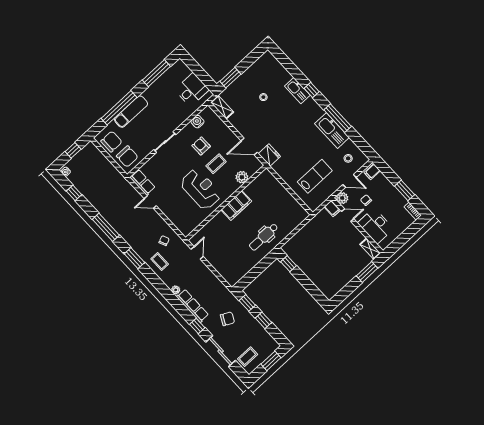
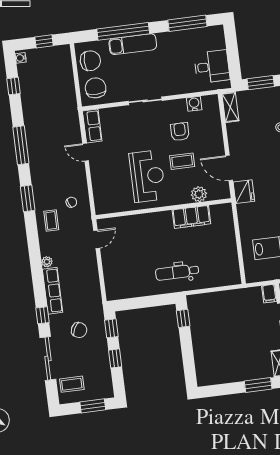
chair: (127, 157) -> (96, 88), turned 180
filing cabinet: (236, 205) -> (191, 217), moved

